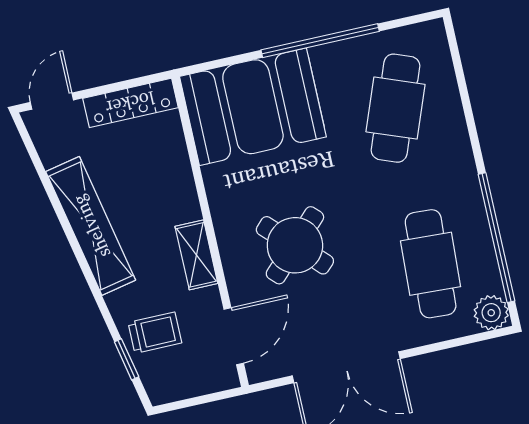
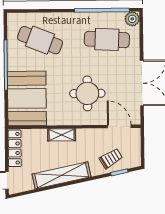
round table: (295, 245) -> (87, 93), turned 45
shelving: (196, 255) -> (62, 135), moved
trolley: (155, 333) -> (111, 158), turned 59

